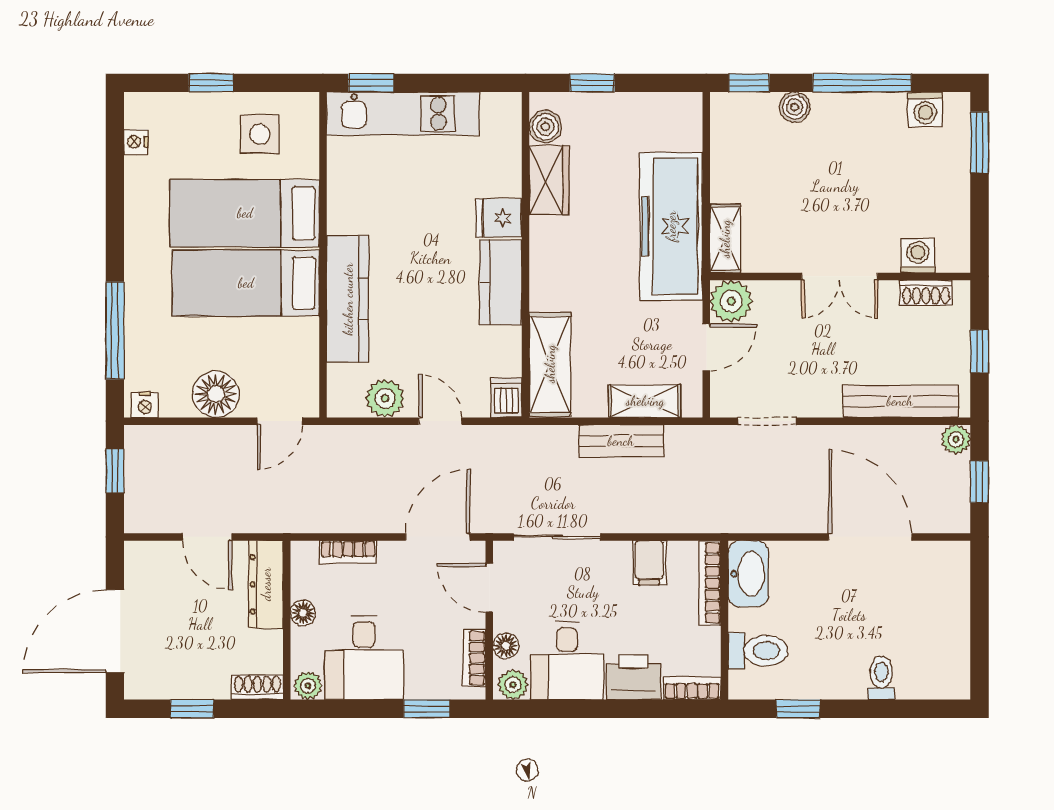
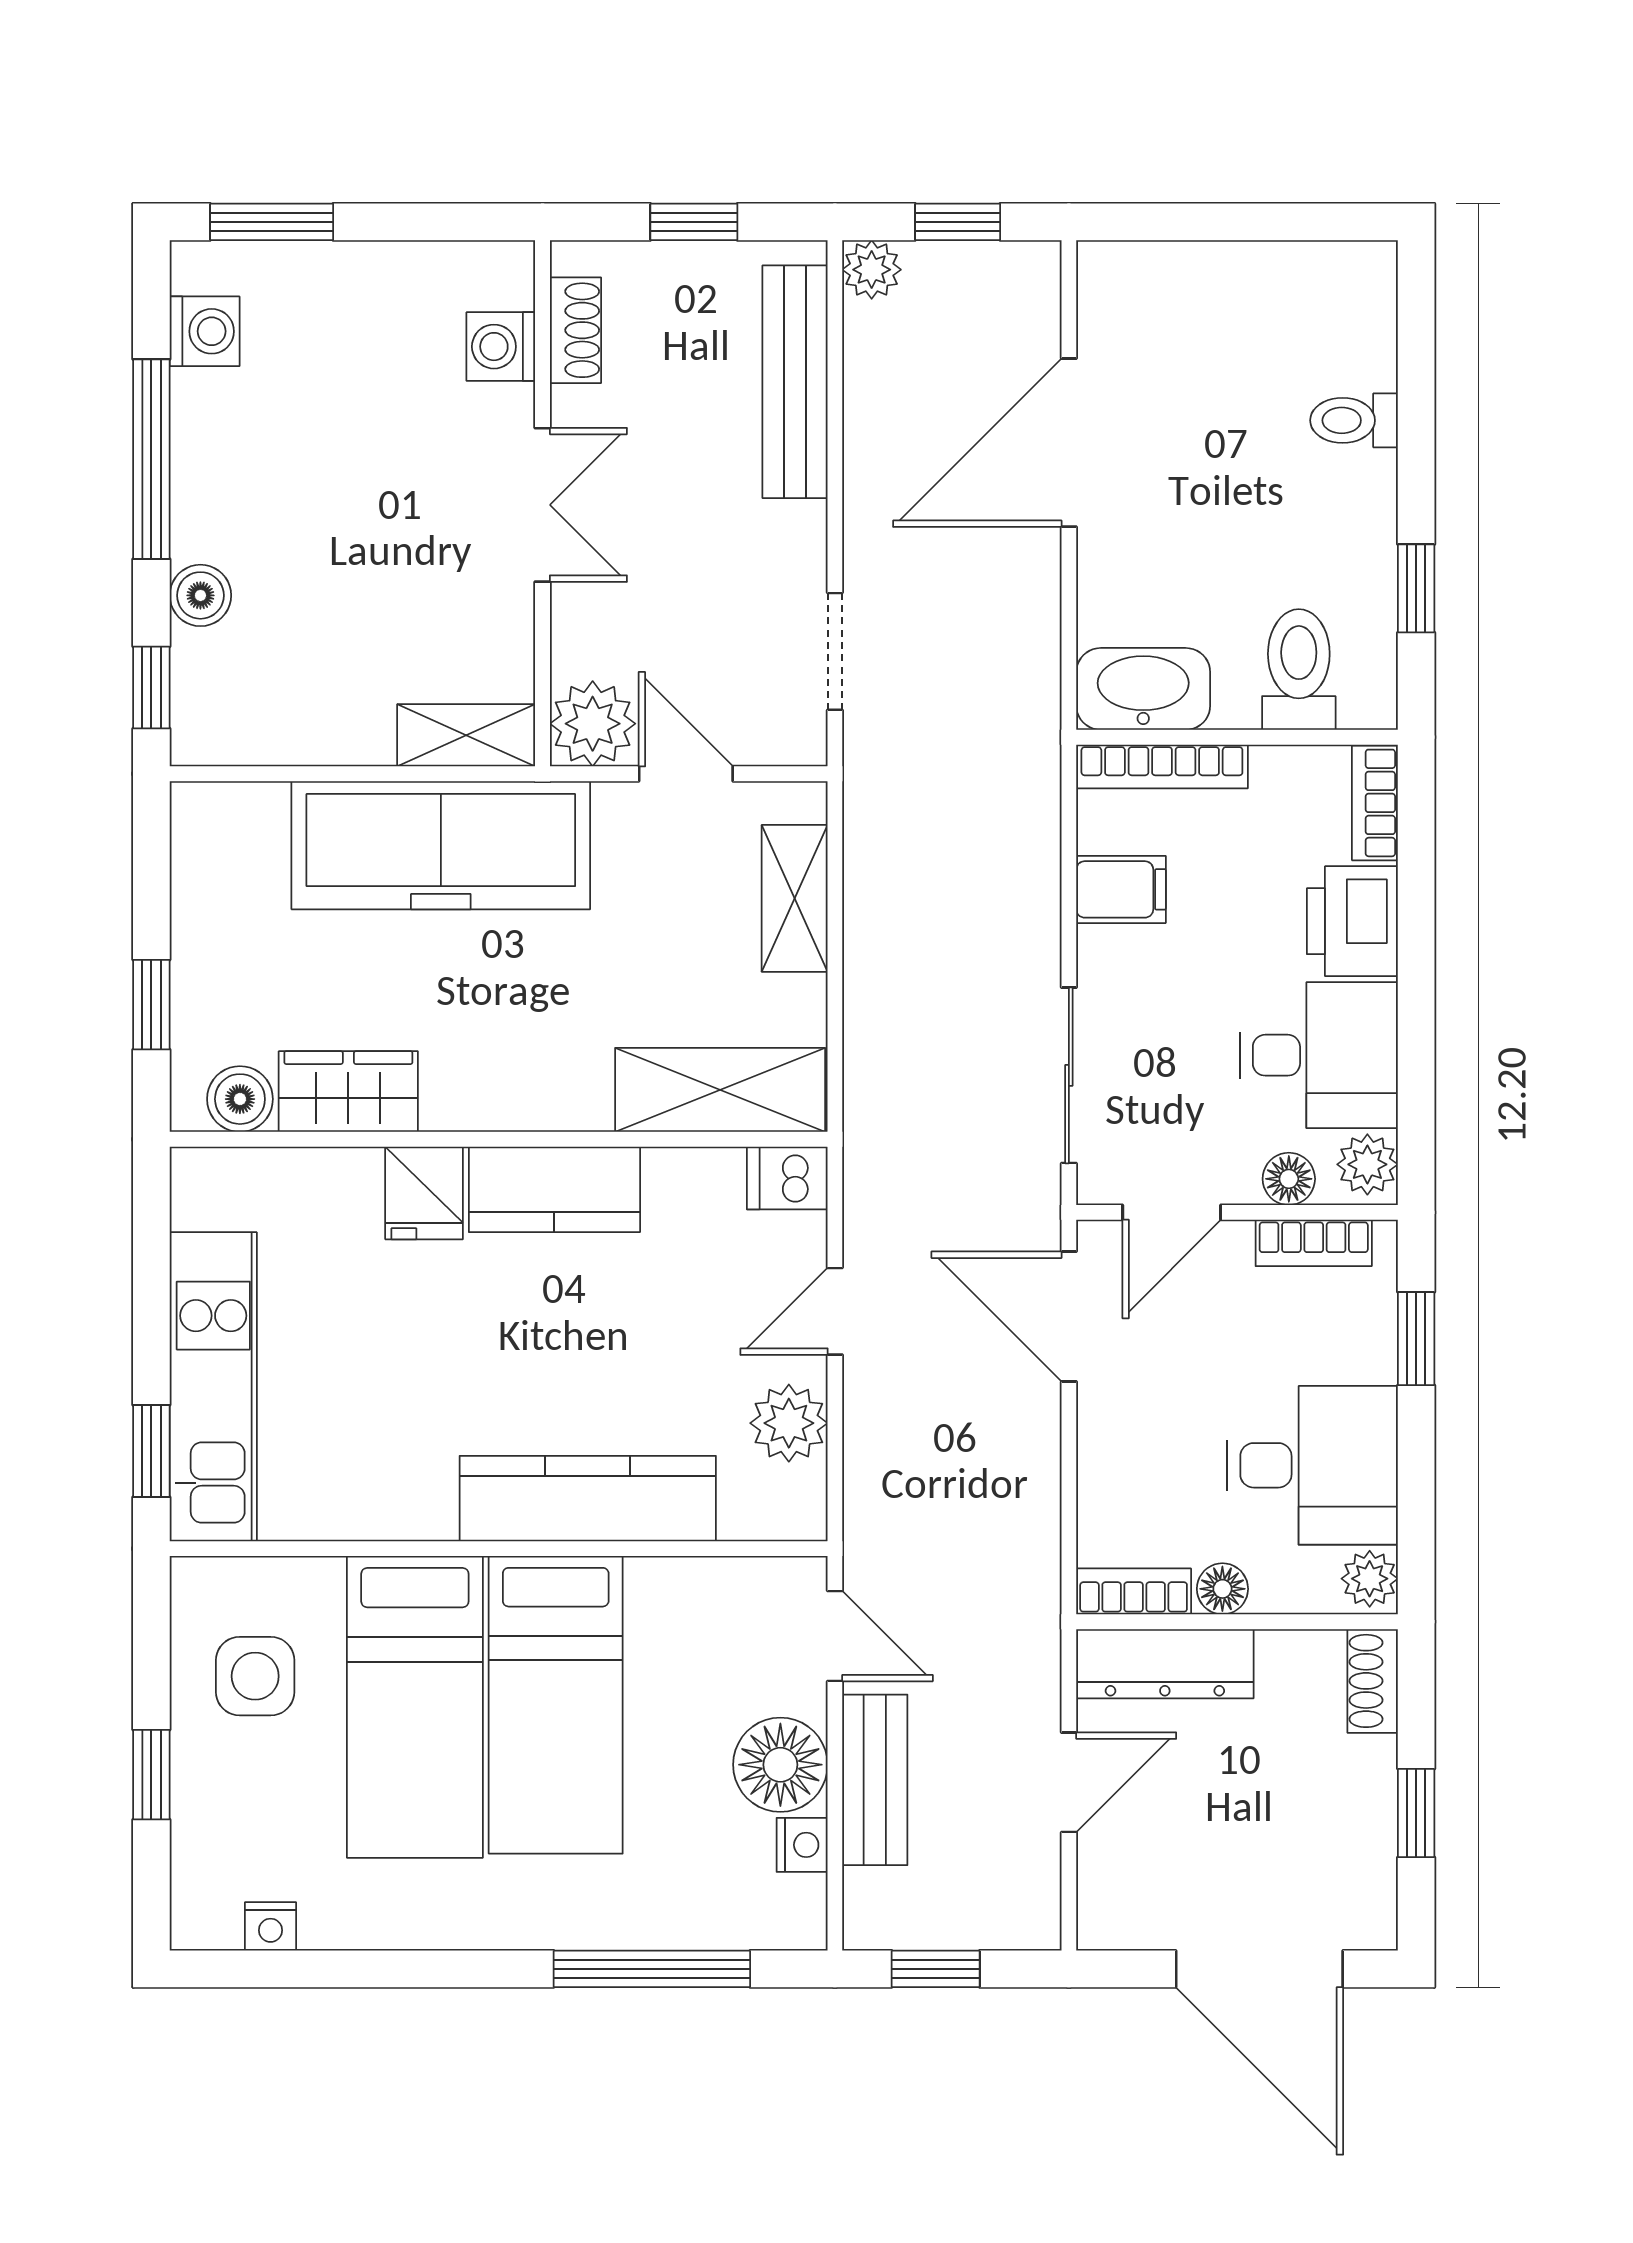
nightstand: (145, 405) -> (802, 1845), moved
bench: (621, 441) -> (875, 1780), moved
bookcase: (348, 552) -> (1134, 1591), moved, turned -90

